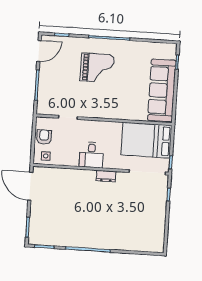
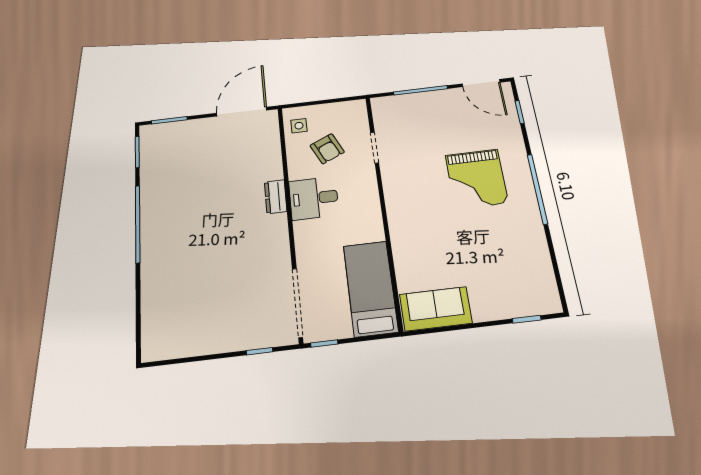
sofa: (162, 90) -> (436, 309), width x0.54, depth x0.79
armchair: (44, 137) -> (327, 149), moved, turned 65
bed: (146, 140) -> (371, 288), width x0.67
dresser: (106, 176) -> (276, 197), moved

